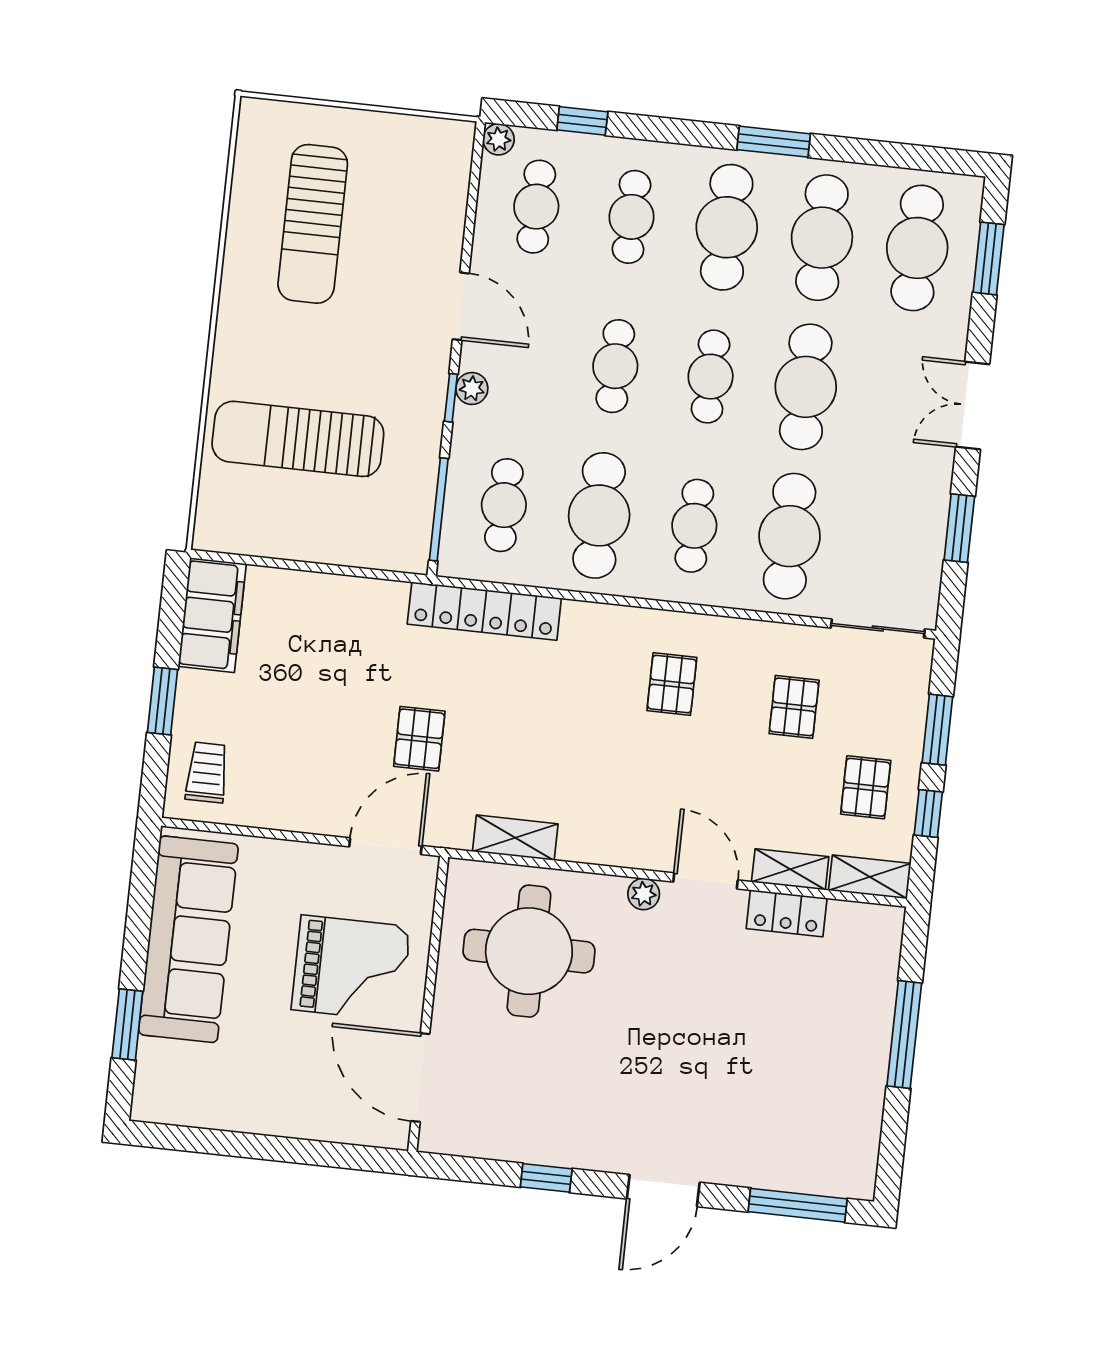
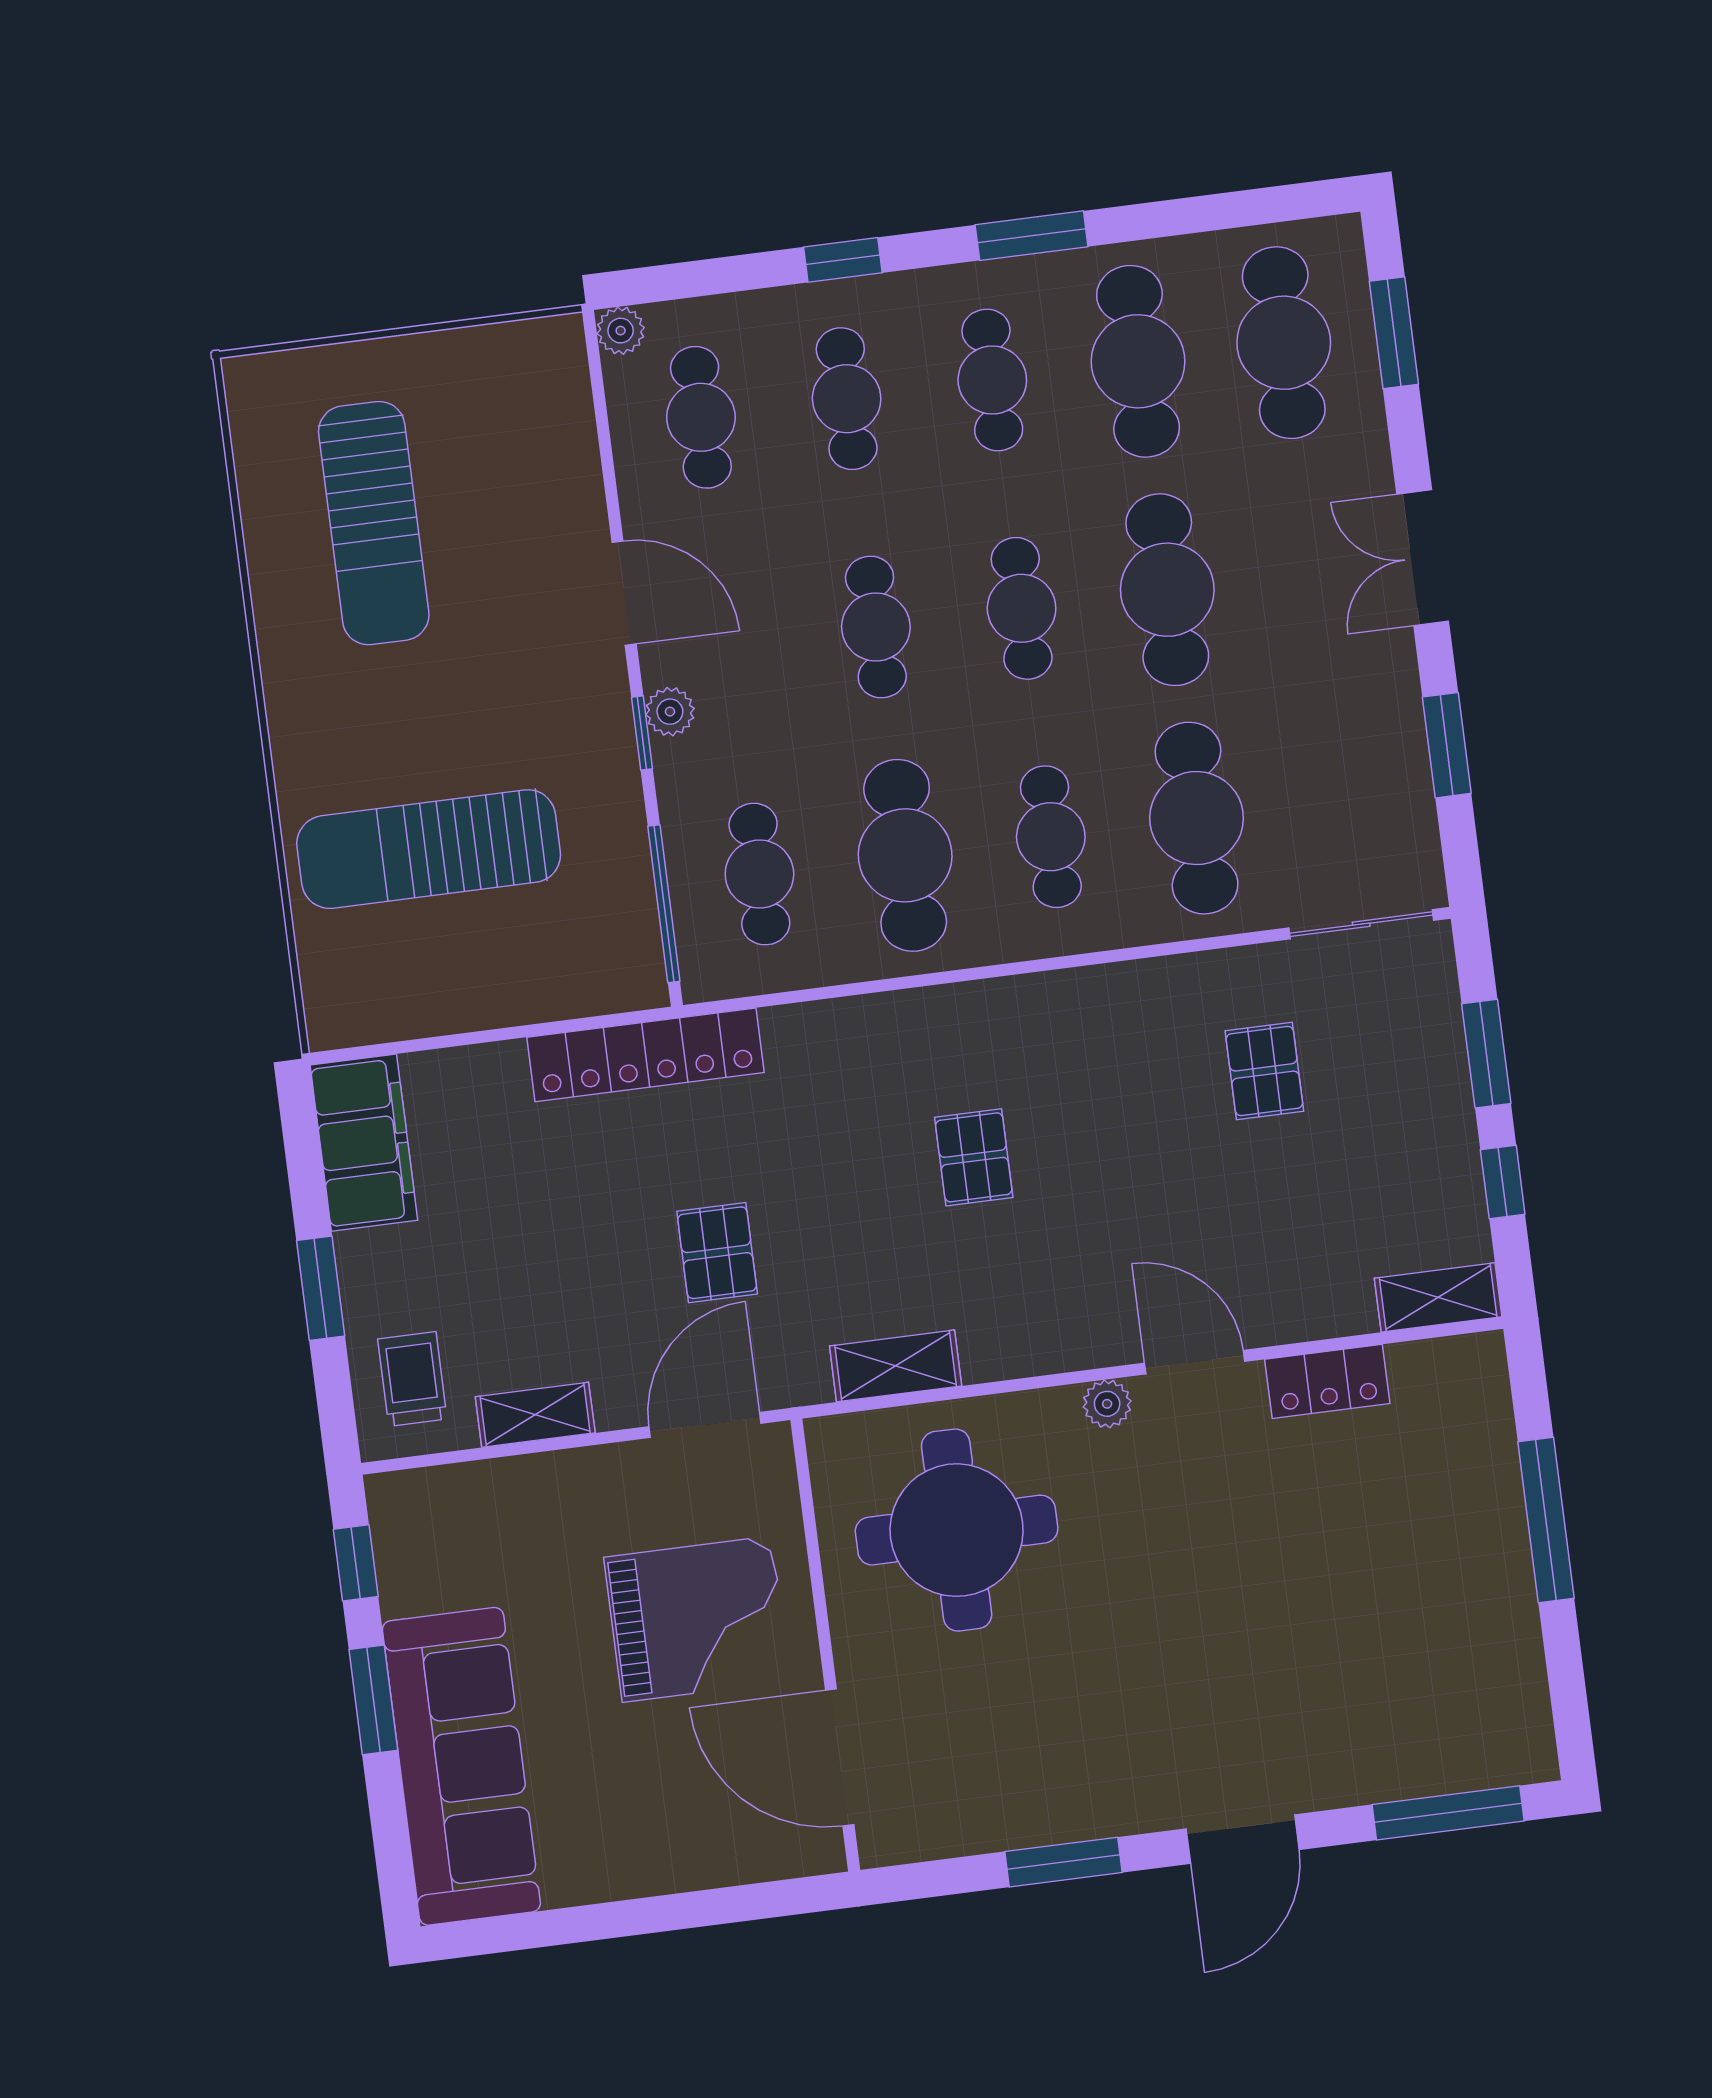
window: (582, 121) -> (843, 260), moved
cafe table: (727, 227) -> (992, 380), width x0.73, depth x0.74
locker: (484, 611) -> (645, 1055), moved
pallet: (672, 684) -> (974, 1157), moved
pallet: (866, 787) -> (1400, 1165), removed
shelving: (790, 869) -> (535, 1415), moved
window: (143, 880) -> (356, 1563), added
sofa: (188, 939) -> (461, 1766), moved
window: (127, 1025) -> (373, 1700), moved
window: (546, 1178) -> (1063, 1862), width x1.50

